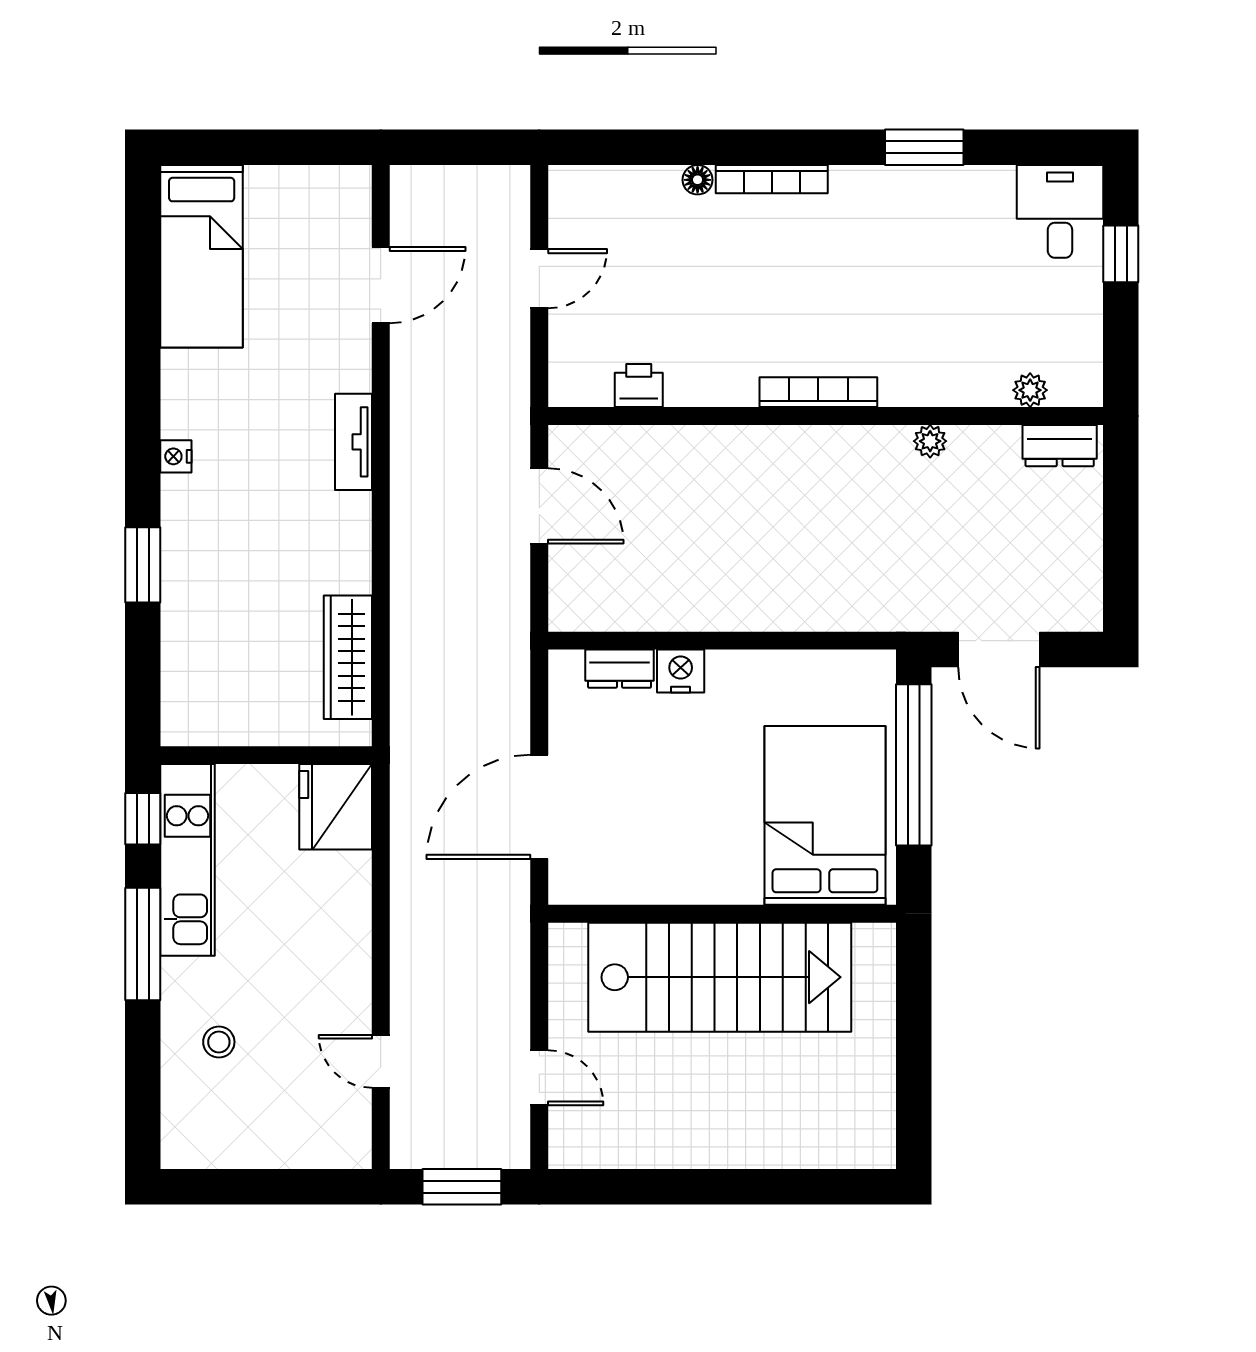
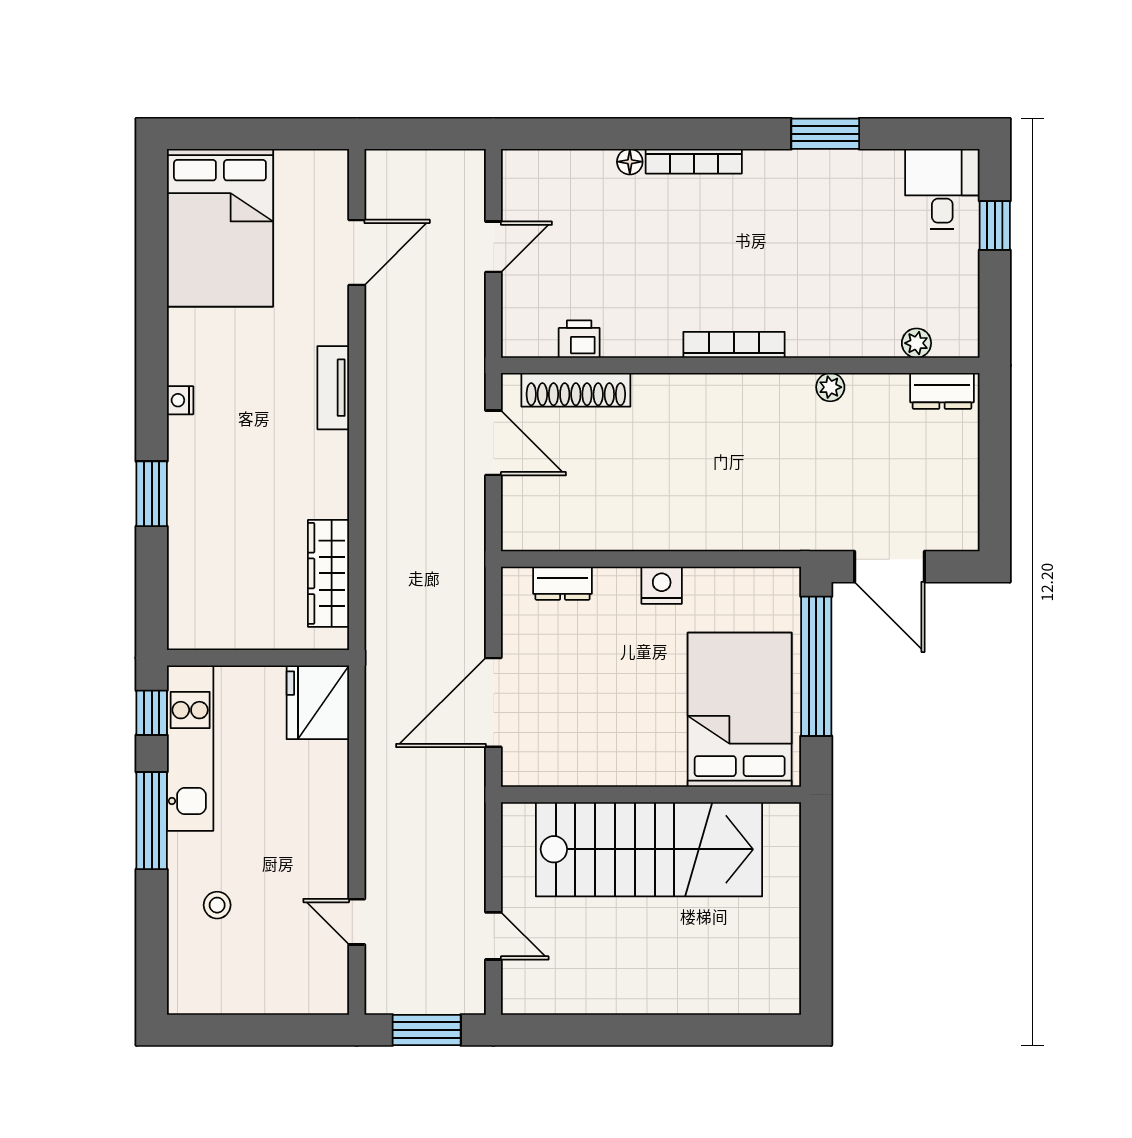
bed: (202, 256) -> (220, 228), width x1.50
shoe rack: (635, 444) -> (576, 390), added
nightstand: (681, 671) -> (662, 585), moved

